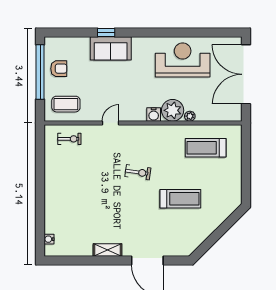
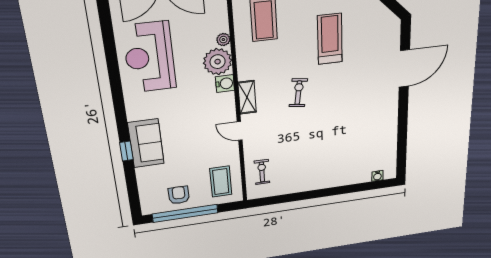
shelving: (108, 250) -> (247, 97), moved

